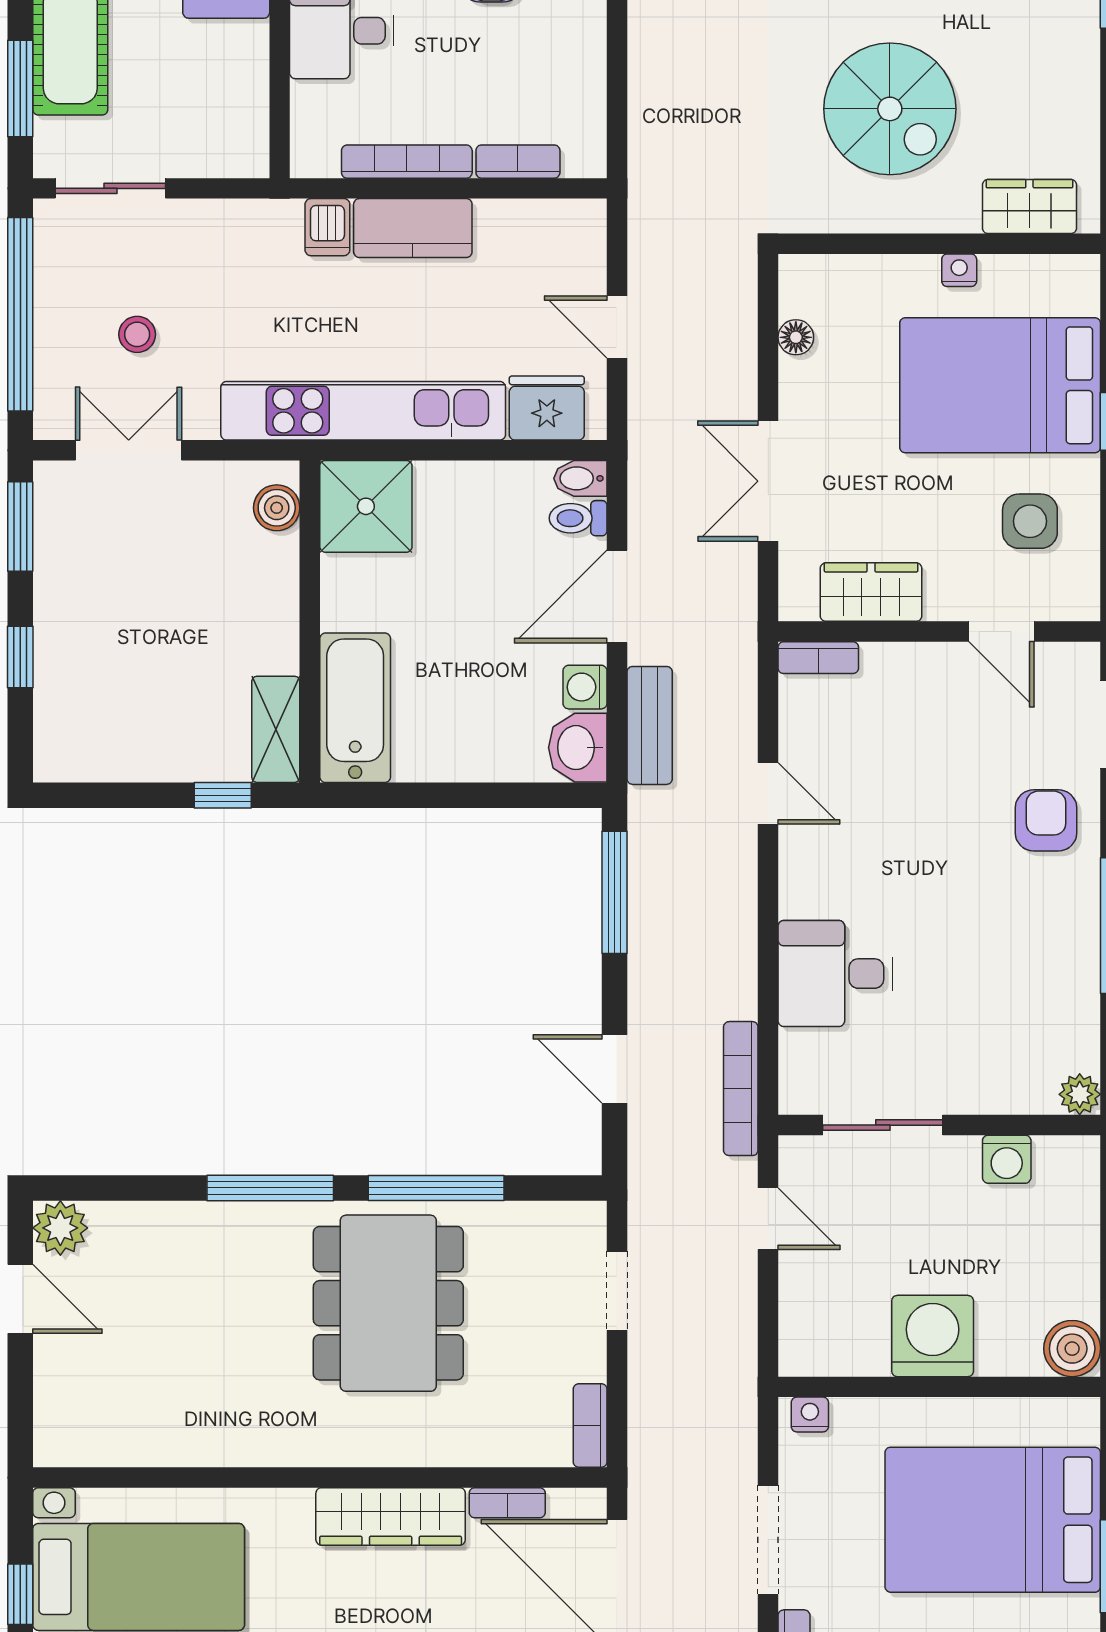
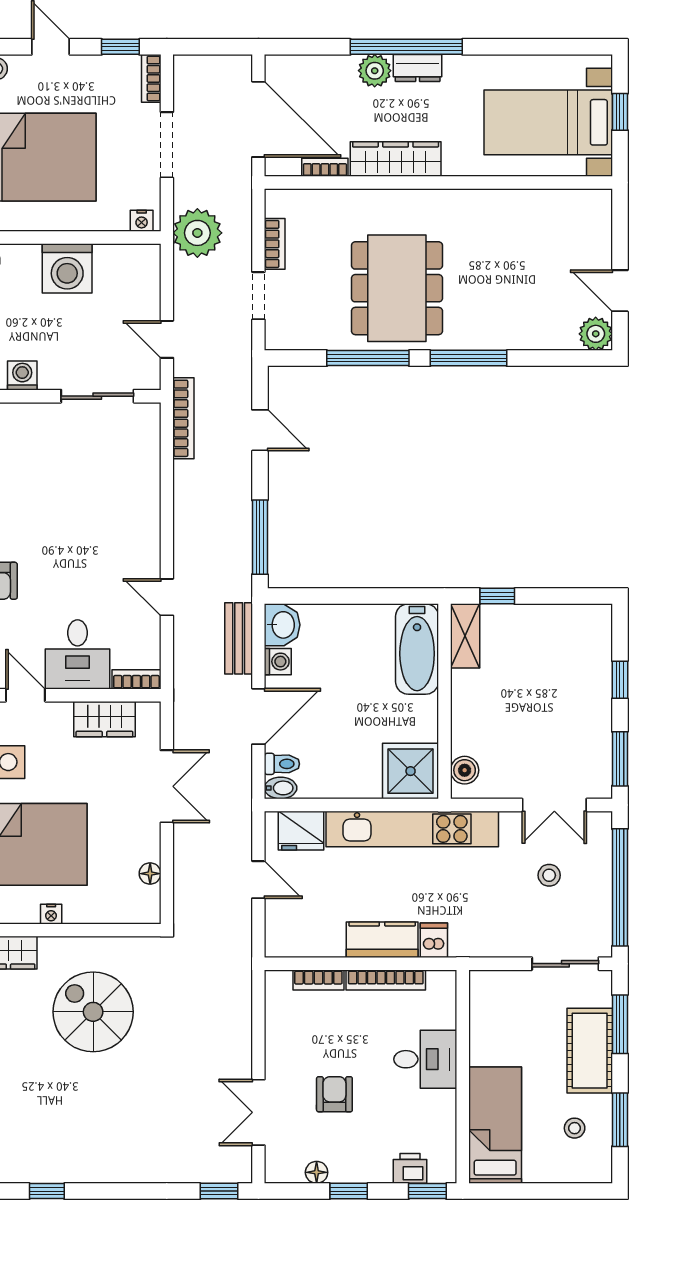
desk: (835, 974) -> (77, 654), moved, turned 90
plant: (718, 1394) -> (197, 233), added
bookcase: (590, 1425) -> (275, 244), moved

